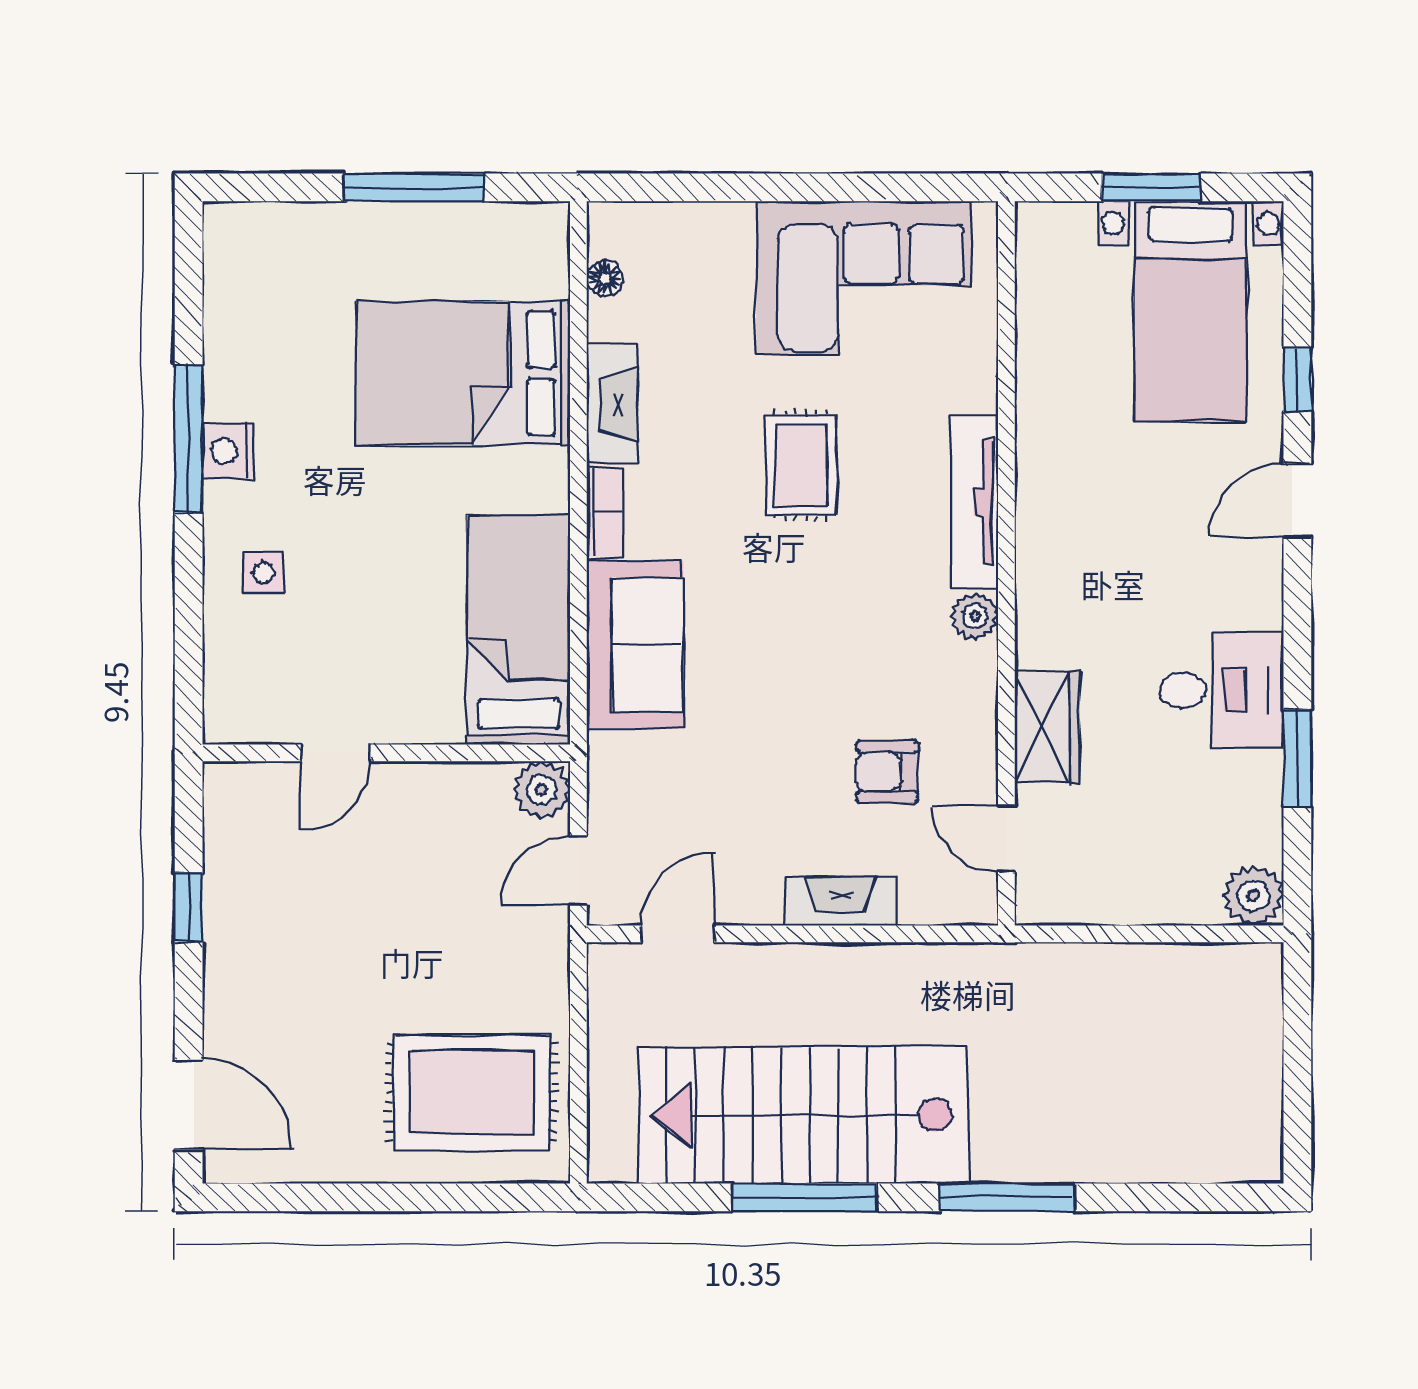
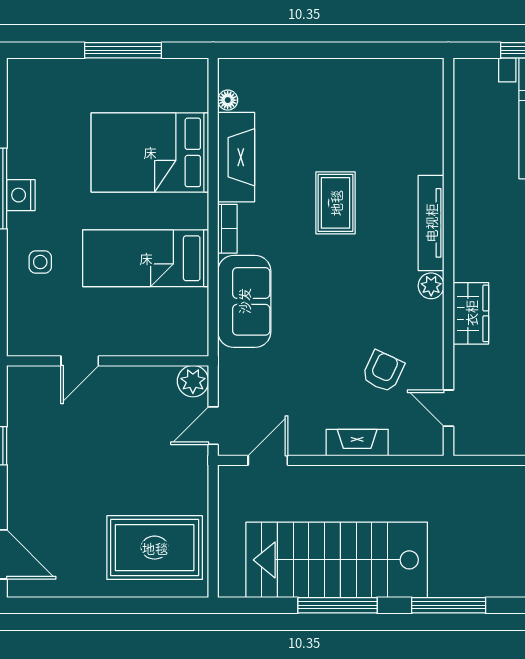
corner sofa: (864, 278) -> (370, 100), removed
fireplace: (612, 404) -> (236, 157), width x1.37, depth x1.32
bed: (518, 630) -> (146, 258), moved, turned -90
wardrobe: (1047, 727) -> (471, 313), moved
armchair: (887, 772) -> (383, 371), turned 115

